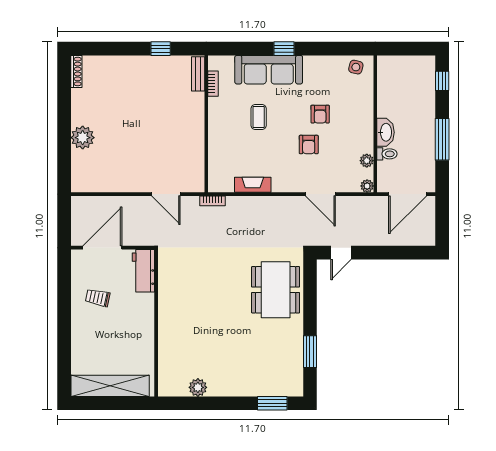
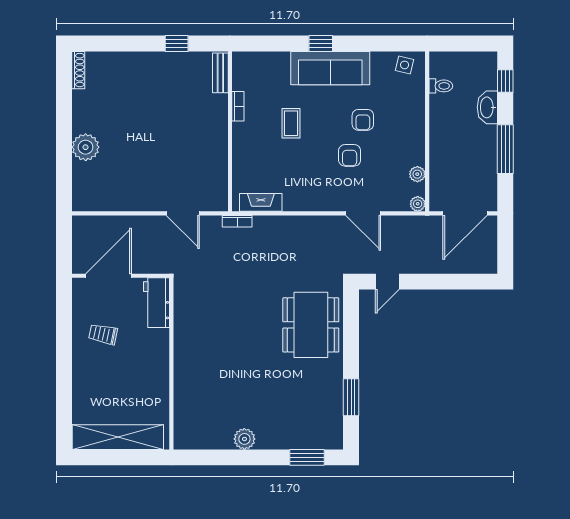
sofa: (269, 70) -> (330, 68), moved
bookcase: (213, 84) -> (238, 106), moved
washbasin: (386, 132) -> (487, 107), moved, turned 180
toilet: (387, 154) -> (441, 86), moved
fireplace: (253, 185) -> (261, 202), moved
plant: (198, 387) -> (244, 439), moved

